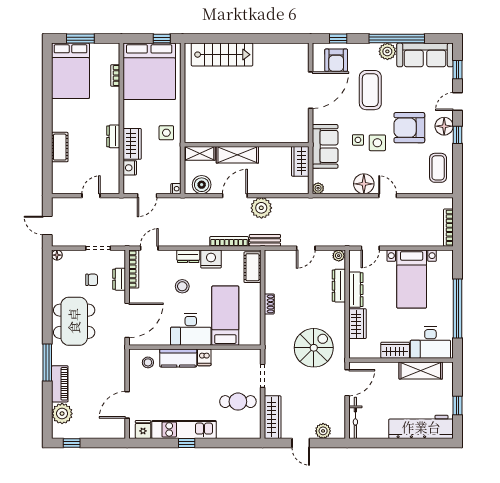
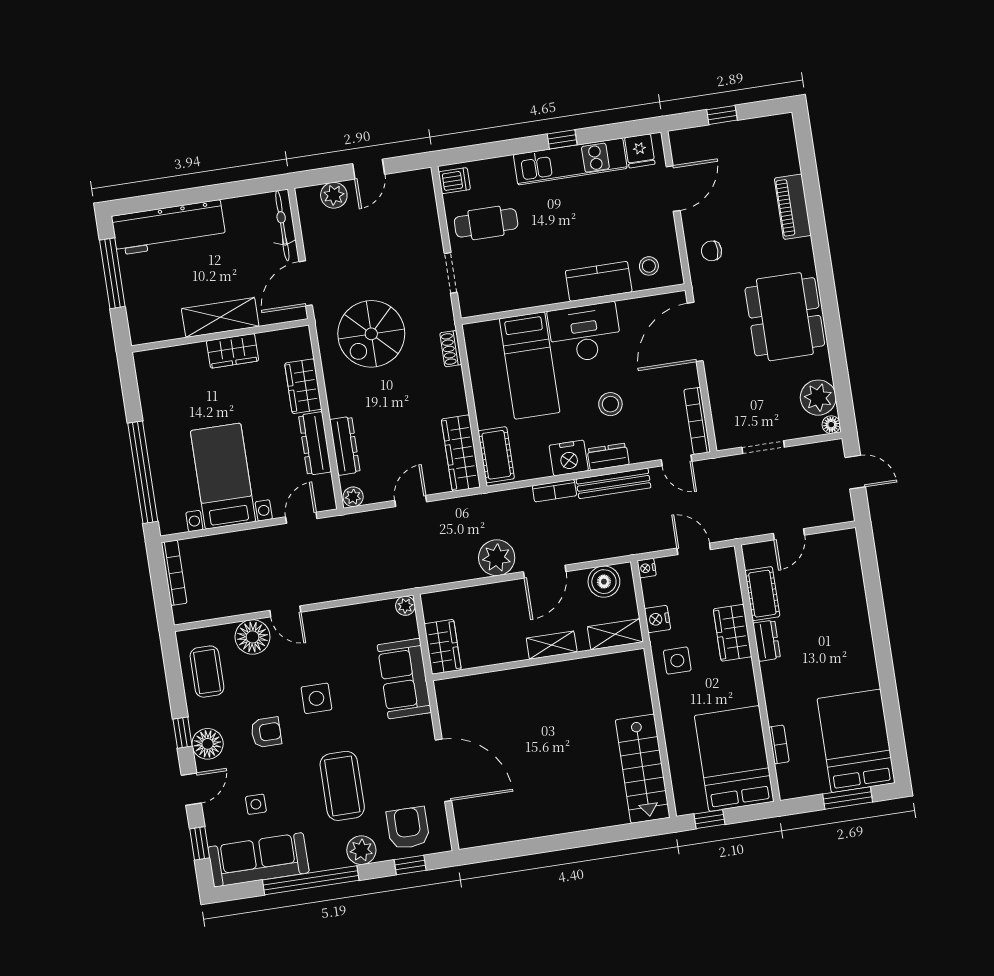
plant: (387, 51) -> (361, 850), moved
stairs: (222, 55) -> (643, 769), moved, turned -90
bed: (149, 71) -> (734, 759), width x0.73
door: (311, 90) -> (443, 770), swing flipped
armchair: (409, 128) -> (266, 732), width x0.53, depth x0.53
side table: (358, 140) -> (256, 804), moved
cot: (60, 147) -> (762, 594), moved
shelving: (237, 155) -> (552, 645), width x0.67, depth x0.75
nightstand: (130, 168) -> (657, 619), moved, turned 180
floor lamp: (364, 184) -> (253, 637), moved
door: (147, 196) -> (694, 549), hinge flipped
bench: (265, 240) -> (613, 483), moved, width x1.36
bookcase: (229, 241) -> (554, 491), width x0.64
door: (149, 248) -> (676, 460), hinge flipped
dresser: (119, 279) -> (719, 400), removed
chair: (92, 280) -> (712, 251), moved
shoe rack: (269, 304) -> (451, 349), moved
window: (457, 309) -> (143, 472), moved
desk: (430, 343) -> (174, 373), removed
dishwasher: (204, 357) -> (454, 181), moved, turned 90
window: (47, 363) -> (820, 240), removed
shelving: (421, 371) -> (220, 317), moved
window: (457, 405) -> (112, 273), width x2.17
plant: (62, 414) -> (818, 398), moved
wardrobe: (273, 417) -> (461, 453), moved
window: (72, 443) -> (722, 115), moved
door: (301, 443) -> (369, 169), swing flipped

